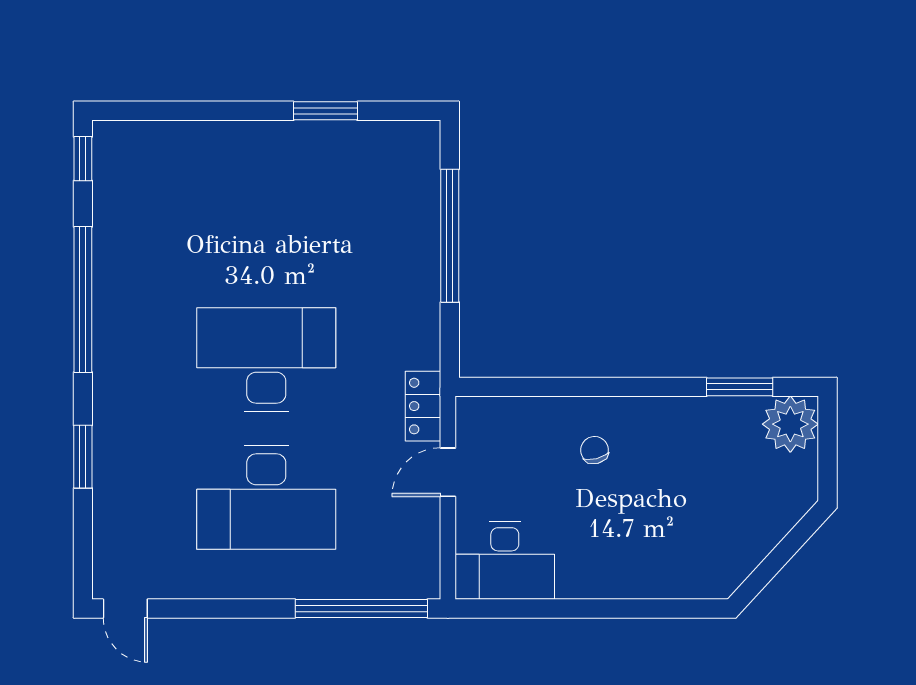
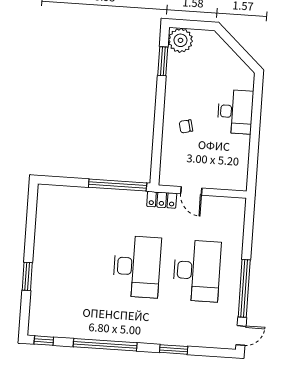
window: (325, 111) -> (27, 276), moved
window: (450, 236) -> (118, 185), moved
desk: (266, 360) -> (137, 267), turned 180
desk: (505, 560) -> (235, 112), moved
window: (361, 608) -> (244, 288), moved

